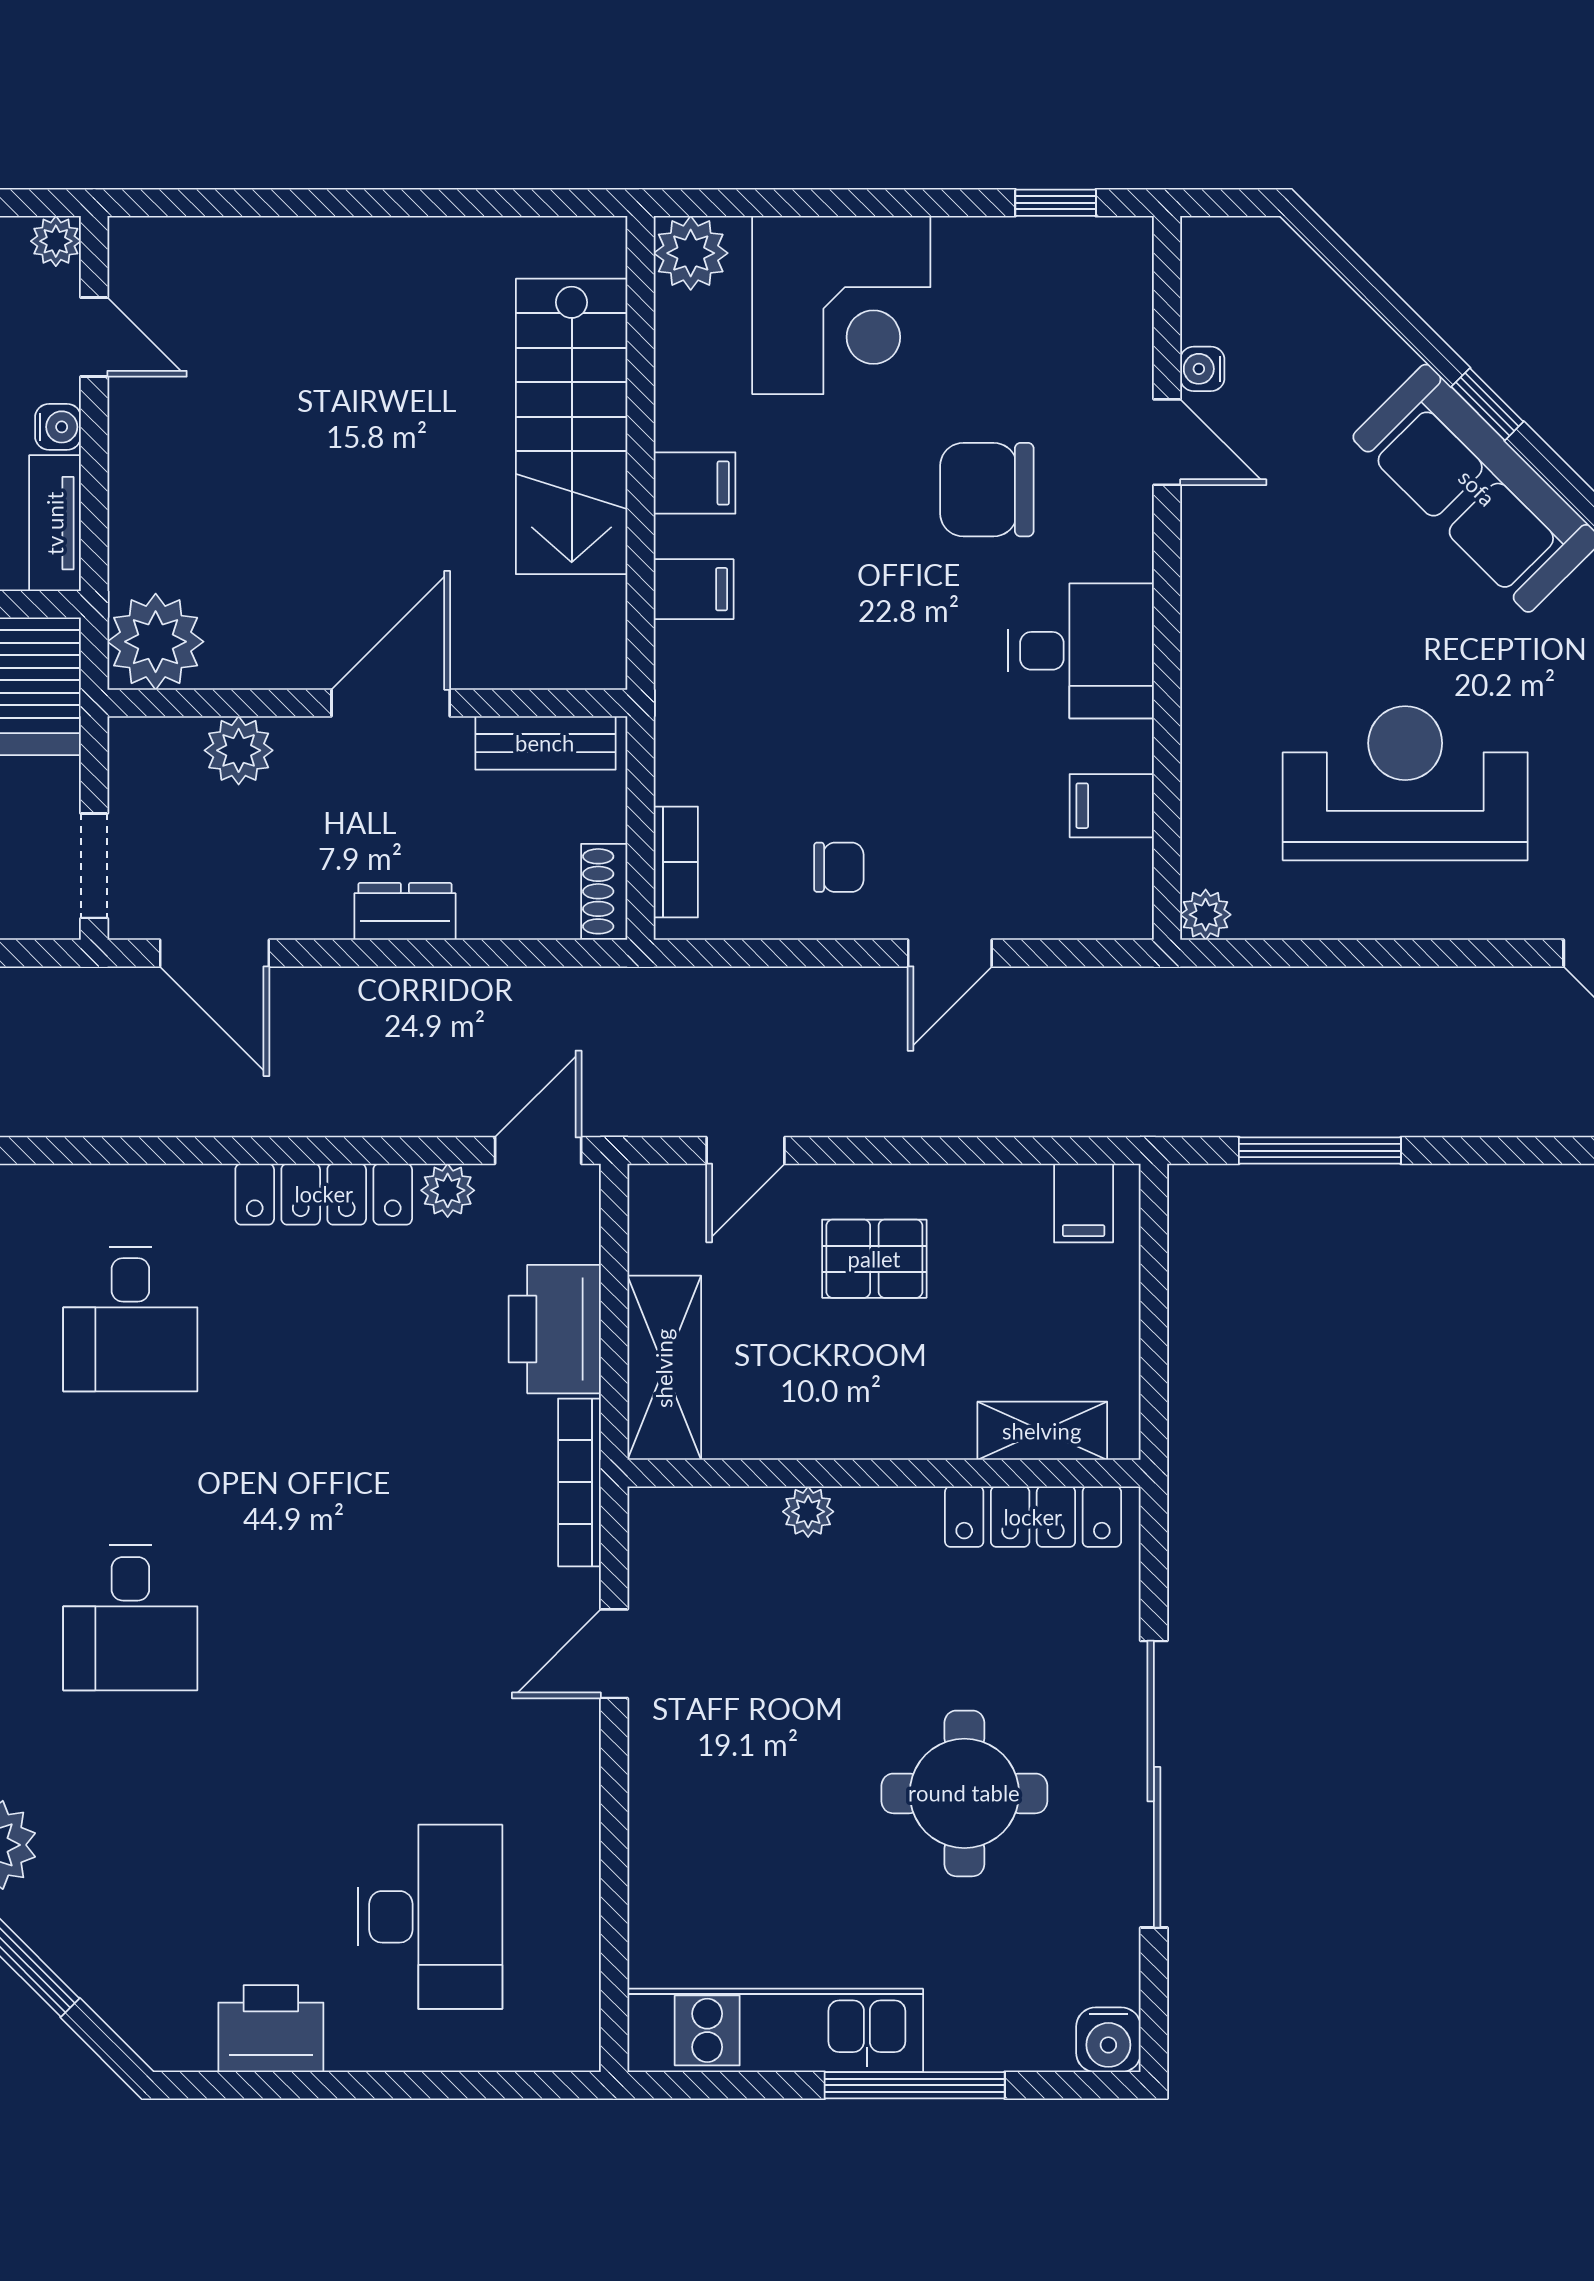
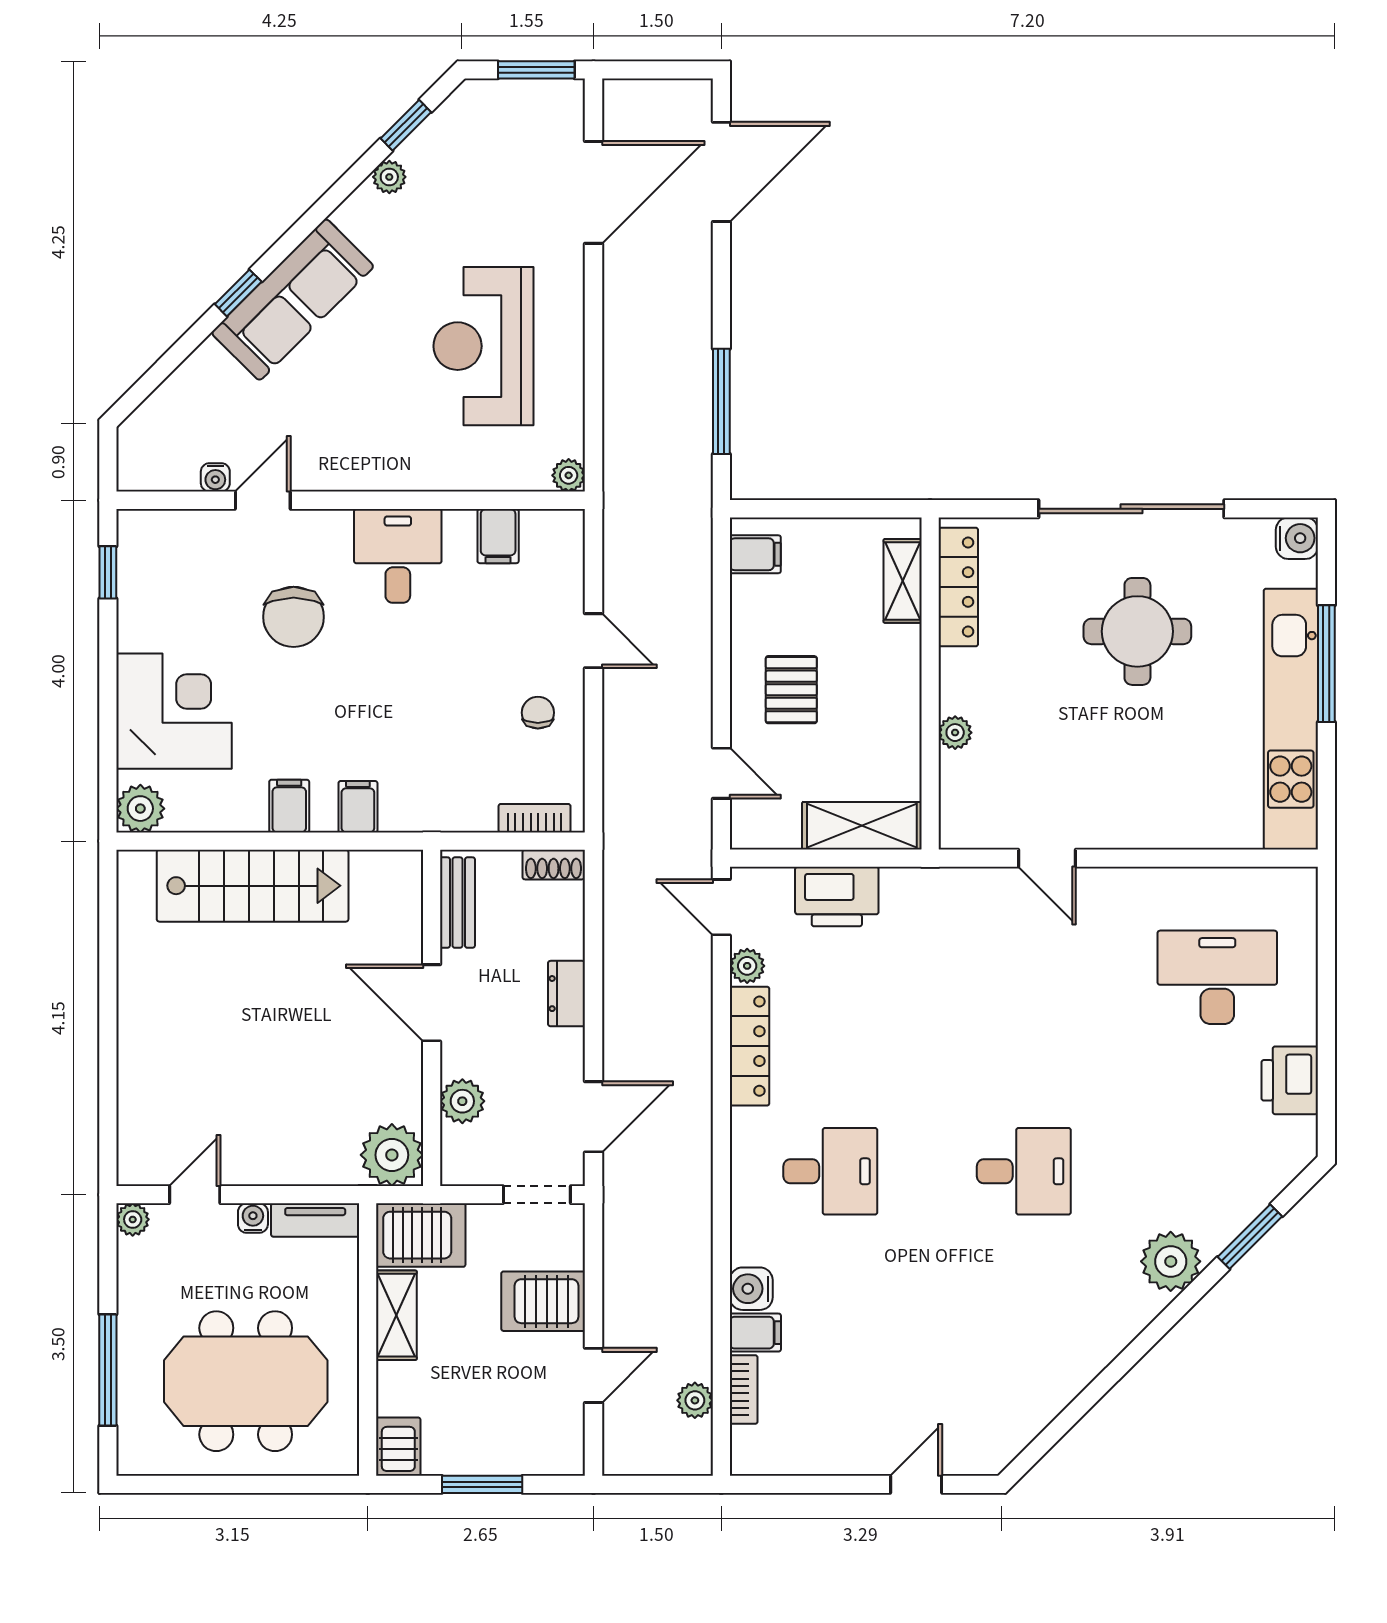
bookcase: (580, 1482) -> (936, 881), removed
kitchen unit: (775, 2030) -> (1291, 719), width x1.36

